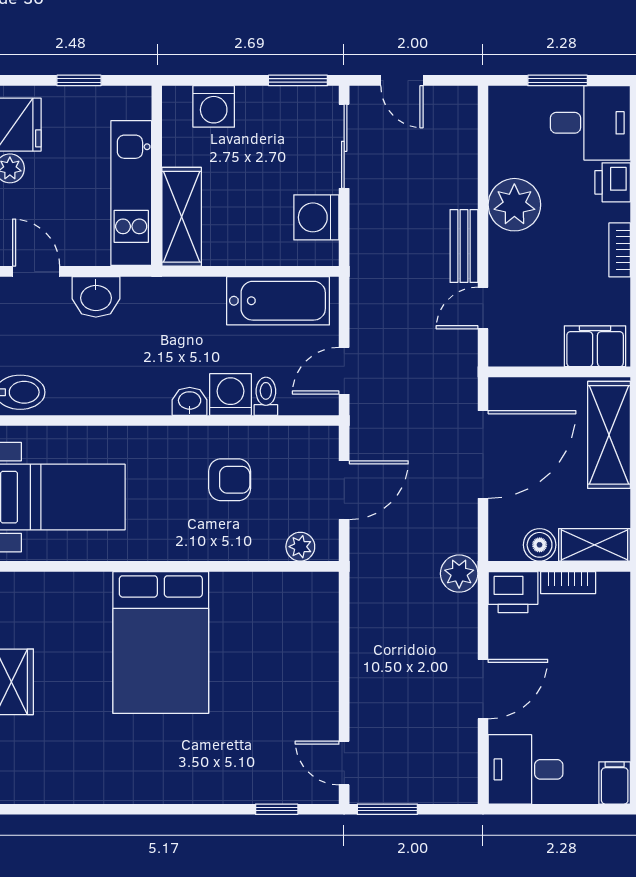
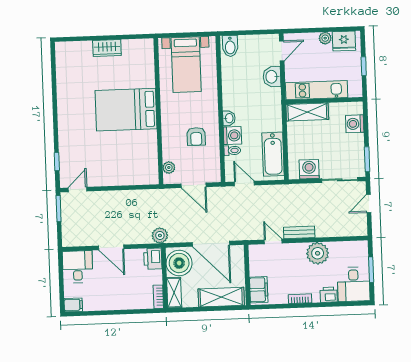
boiler: (540, 545) -> (179, 263), width x1.86, depth x1.86
bookcase: (568, 583) -> (158, 297), moved

